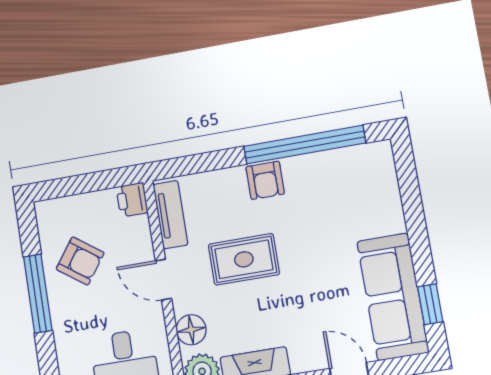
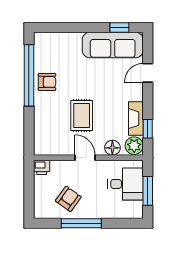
armchair: (265, 180) -> (47, 82), moved
tv unit: (170, 215) -> (53, 149), removed
door: (163, 280) -> (85, 158), swing flipped

